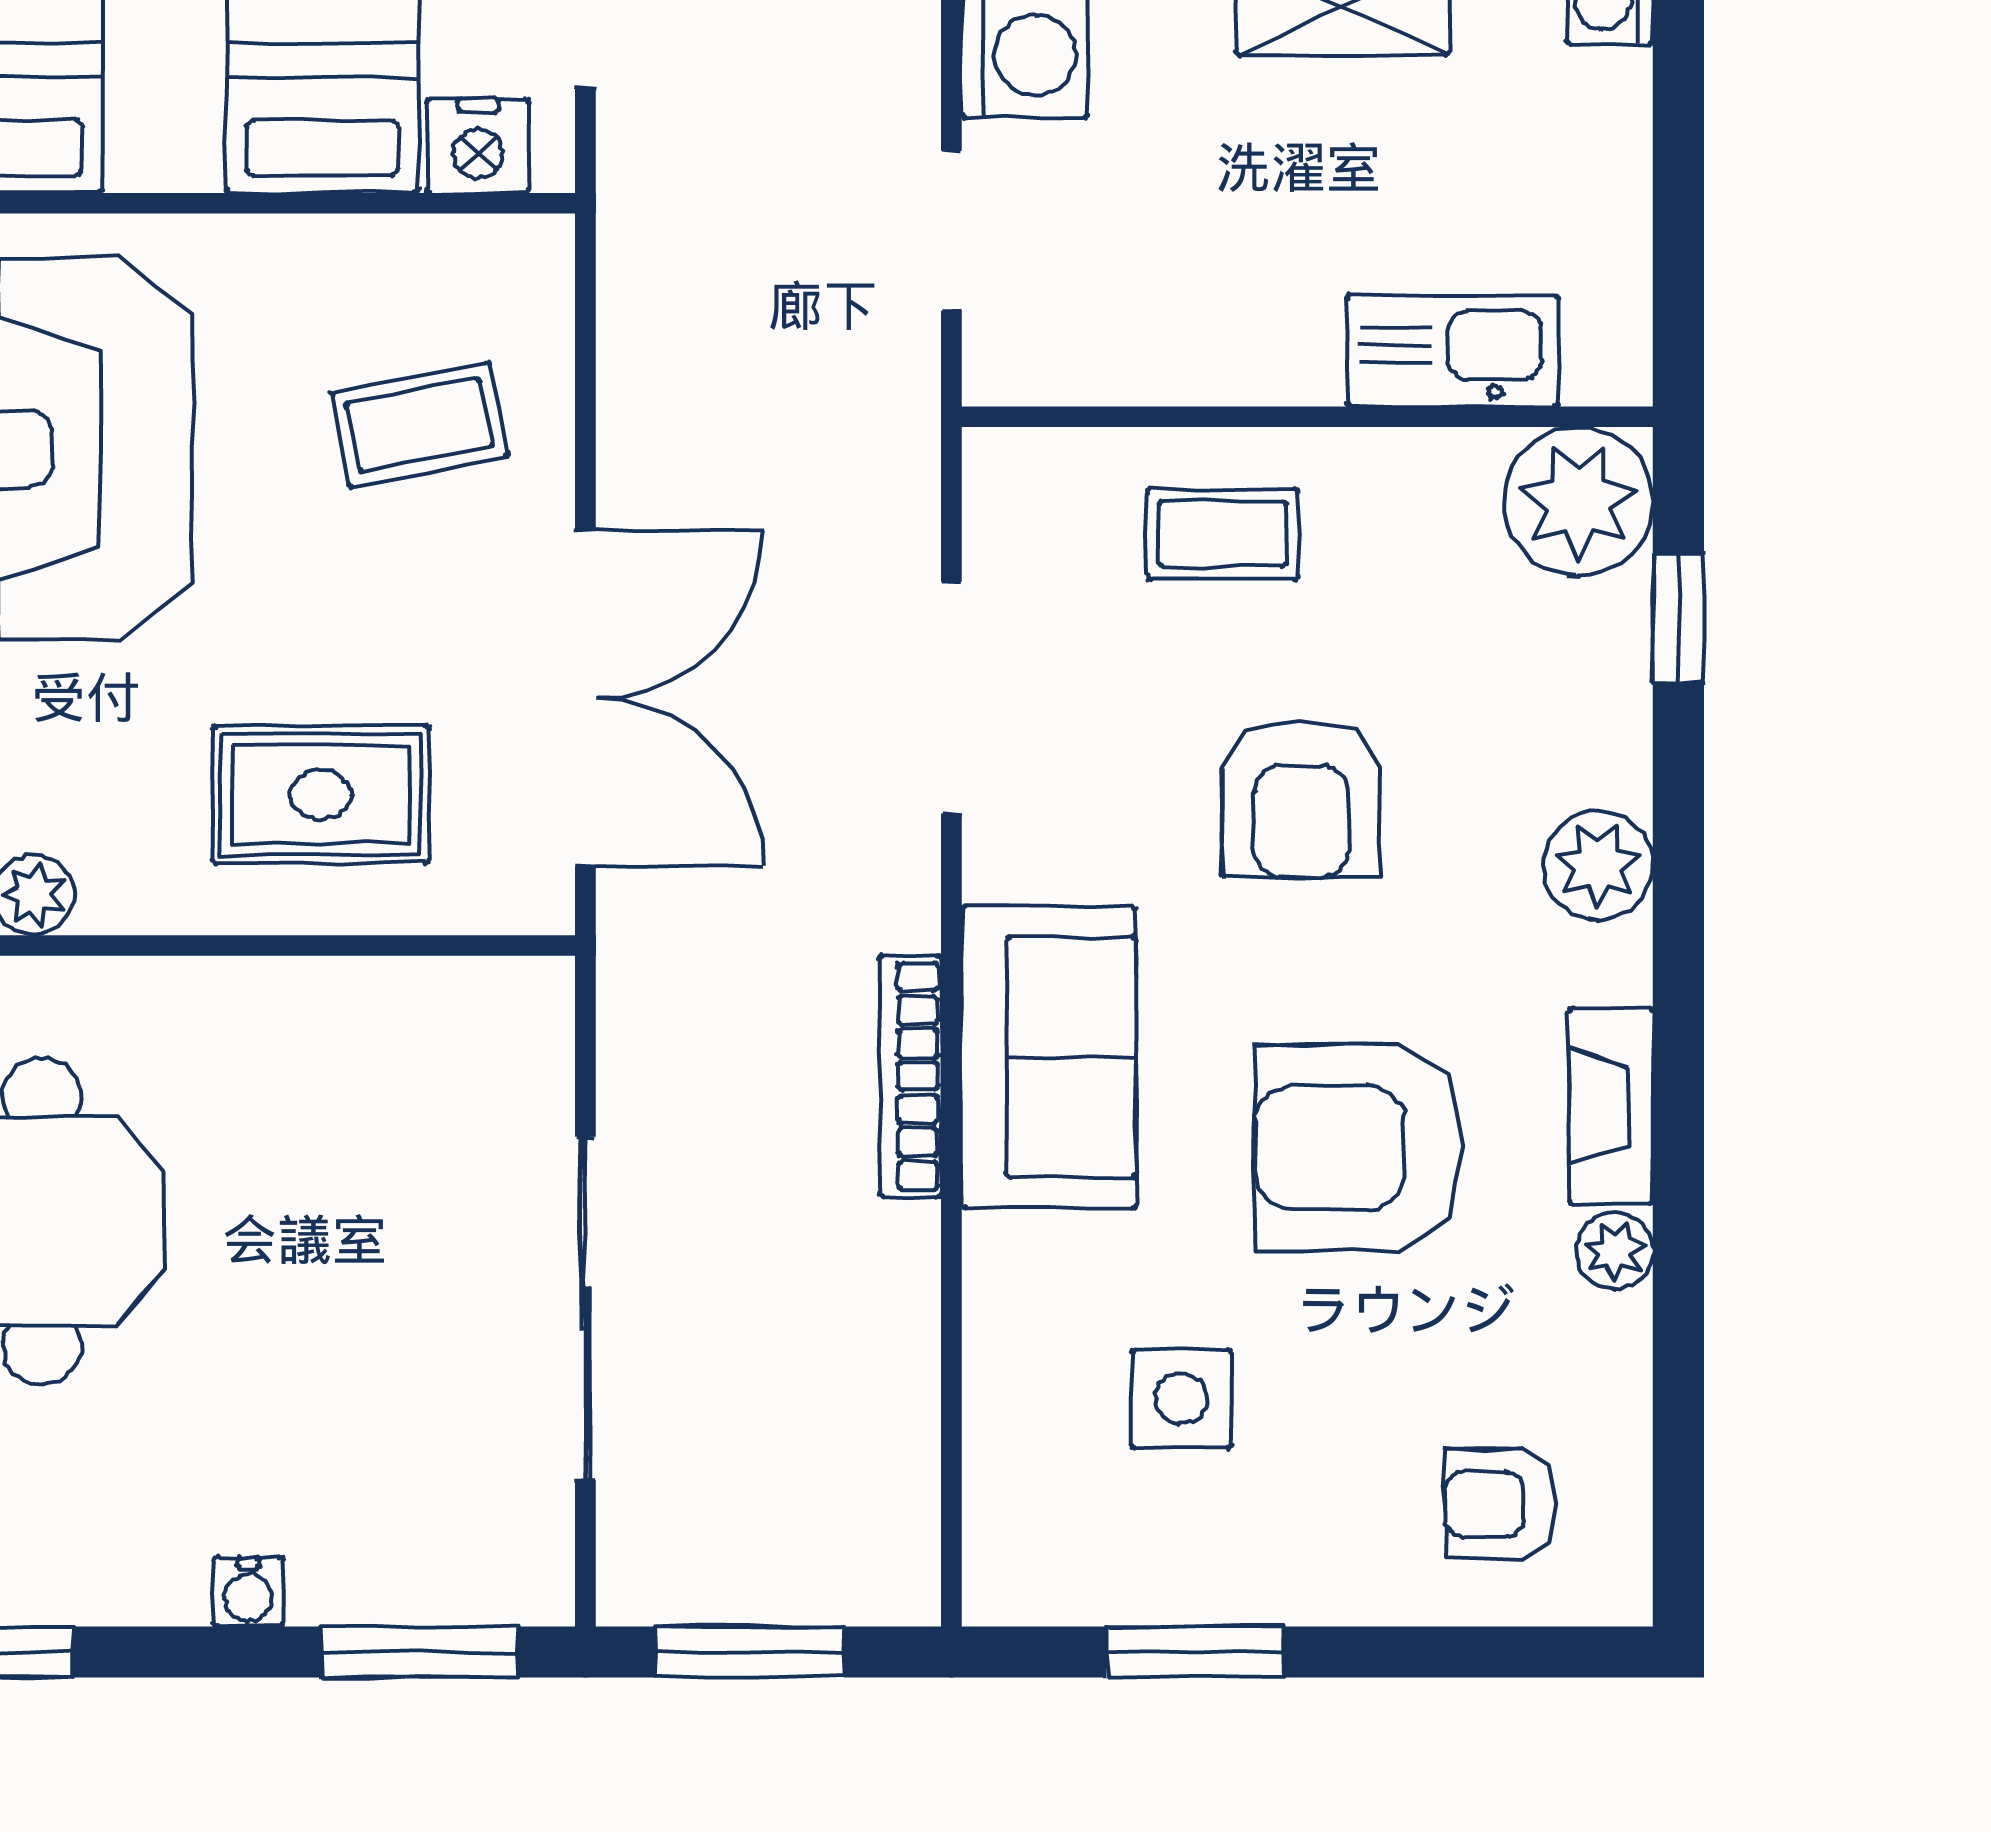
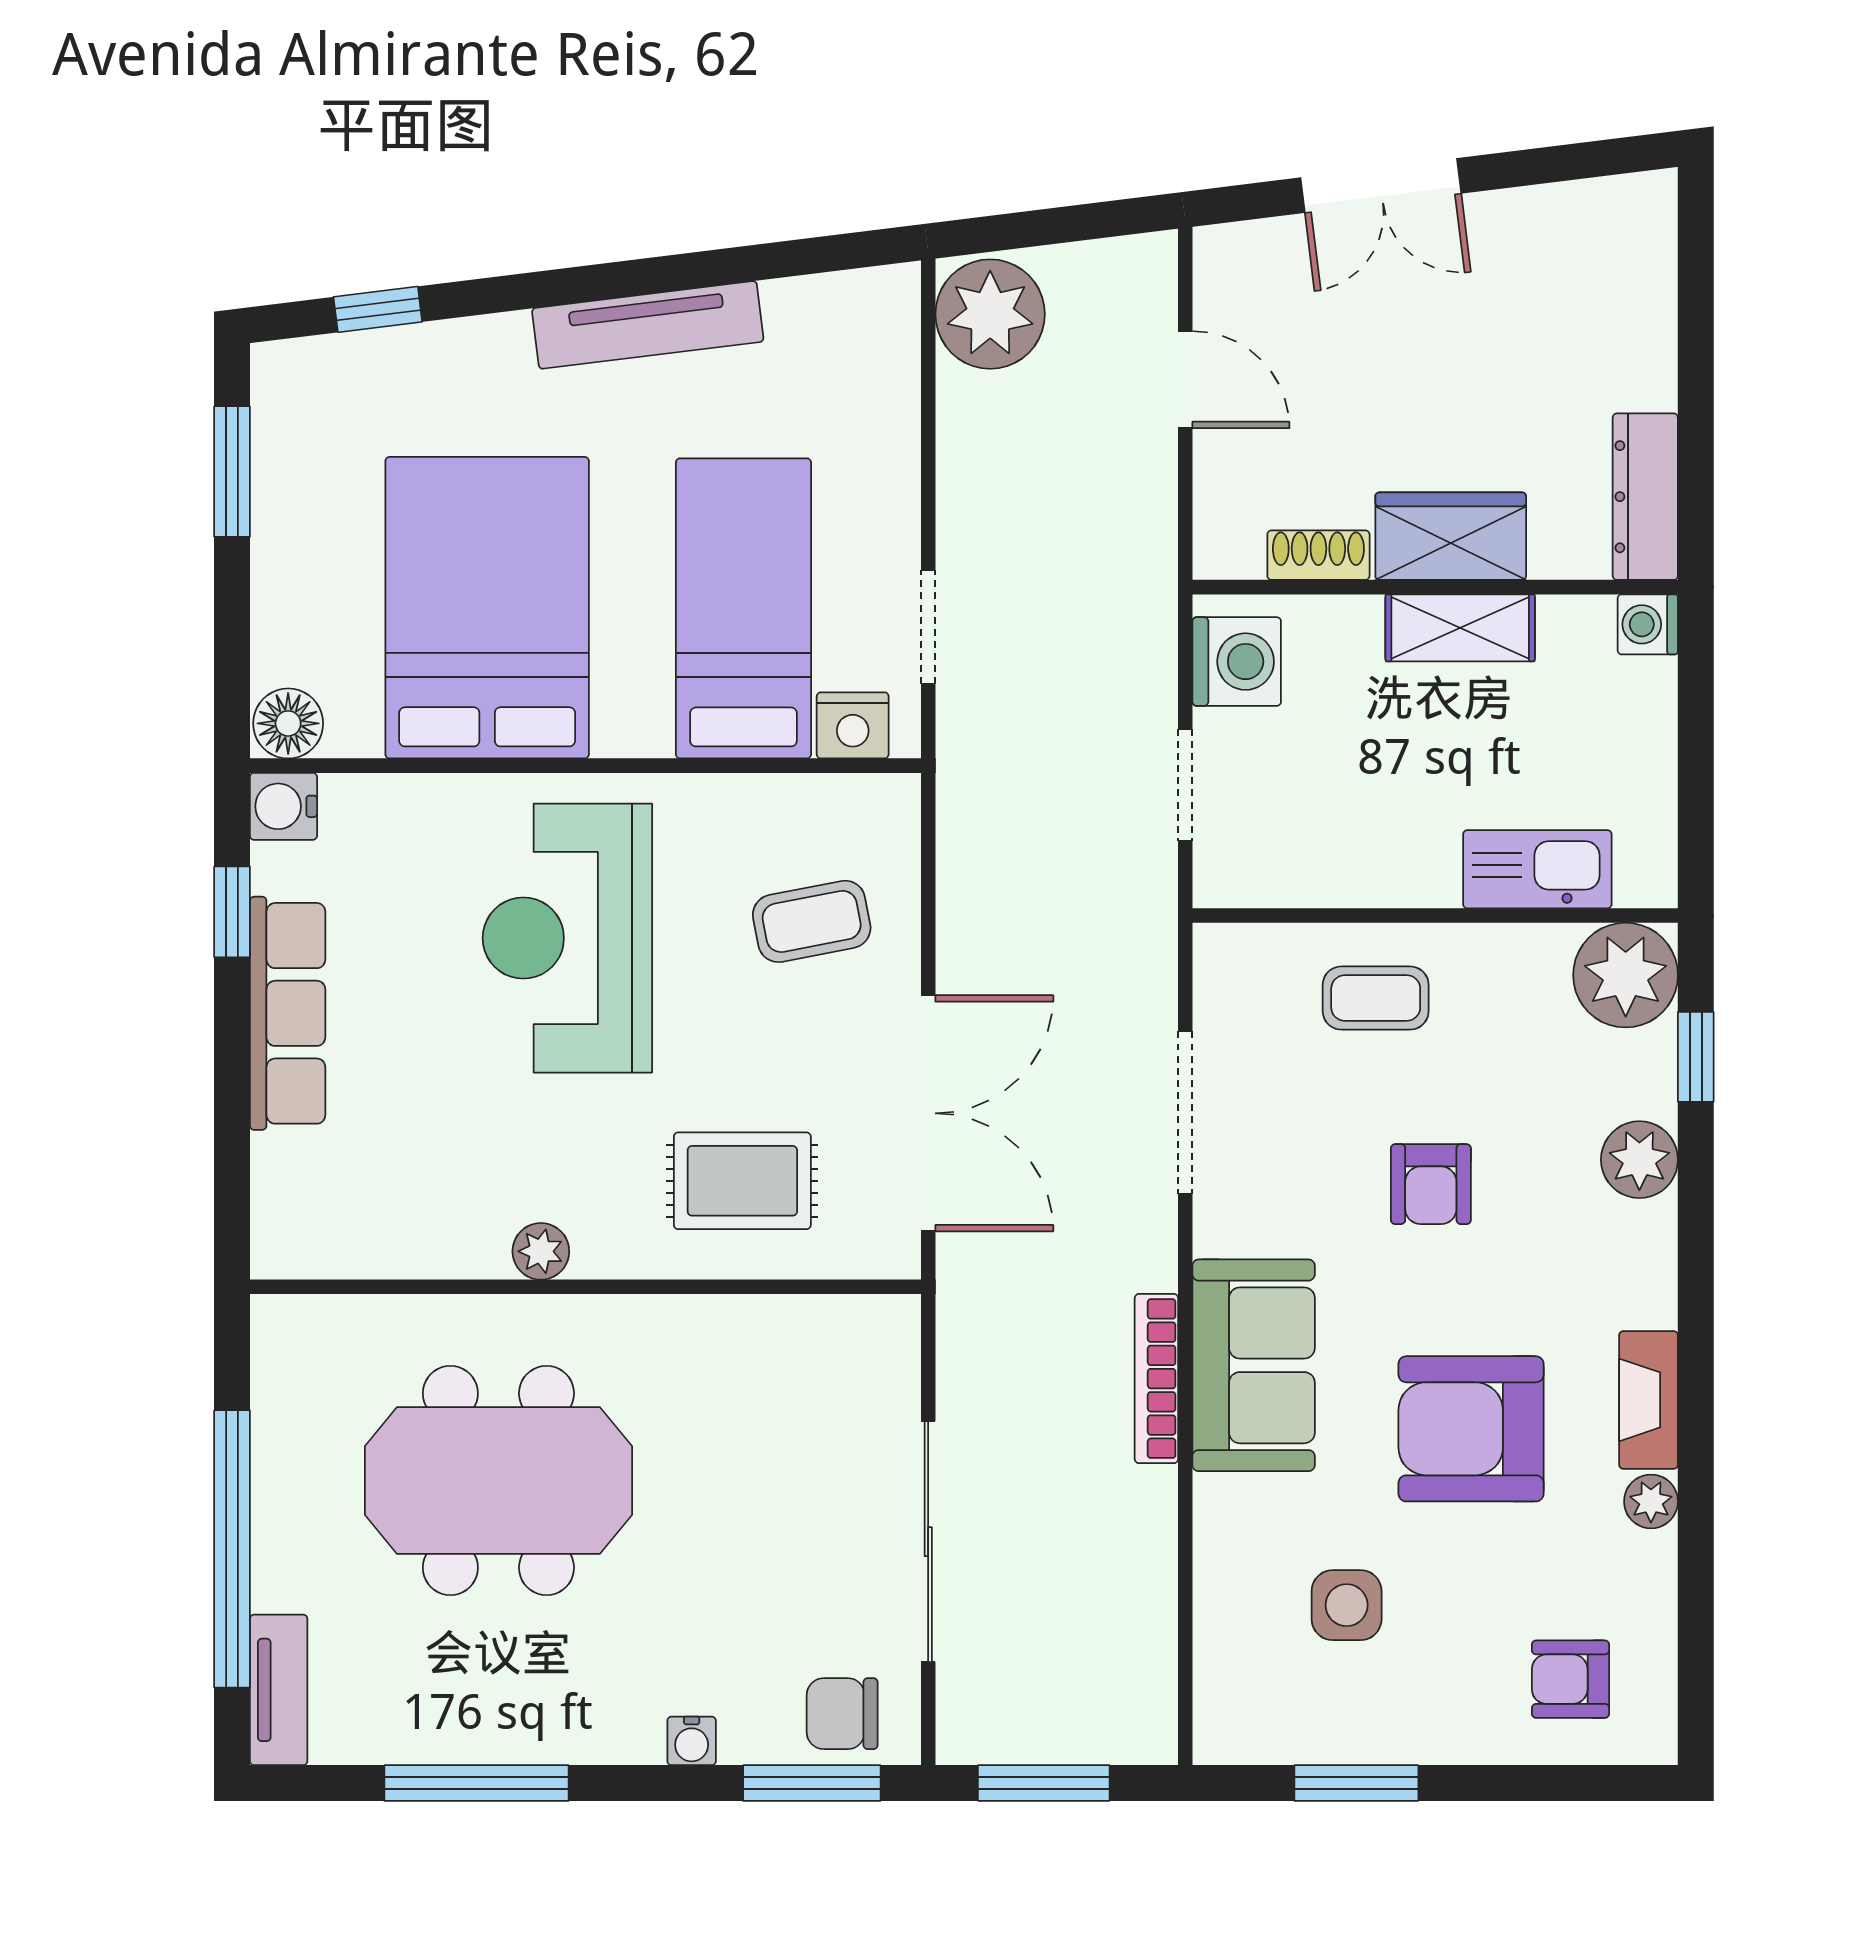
armchair: (1301, 799) -> (1431, 1184), width x0.72, depth x0.72
plant: (1598, 865) -> (1639, 1160), moved
chair: (463, 1553) -> (842, 1714), added

